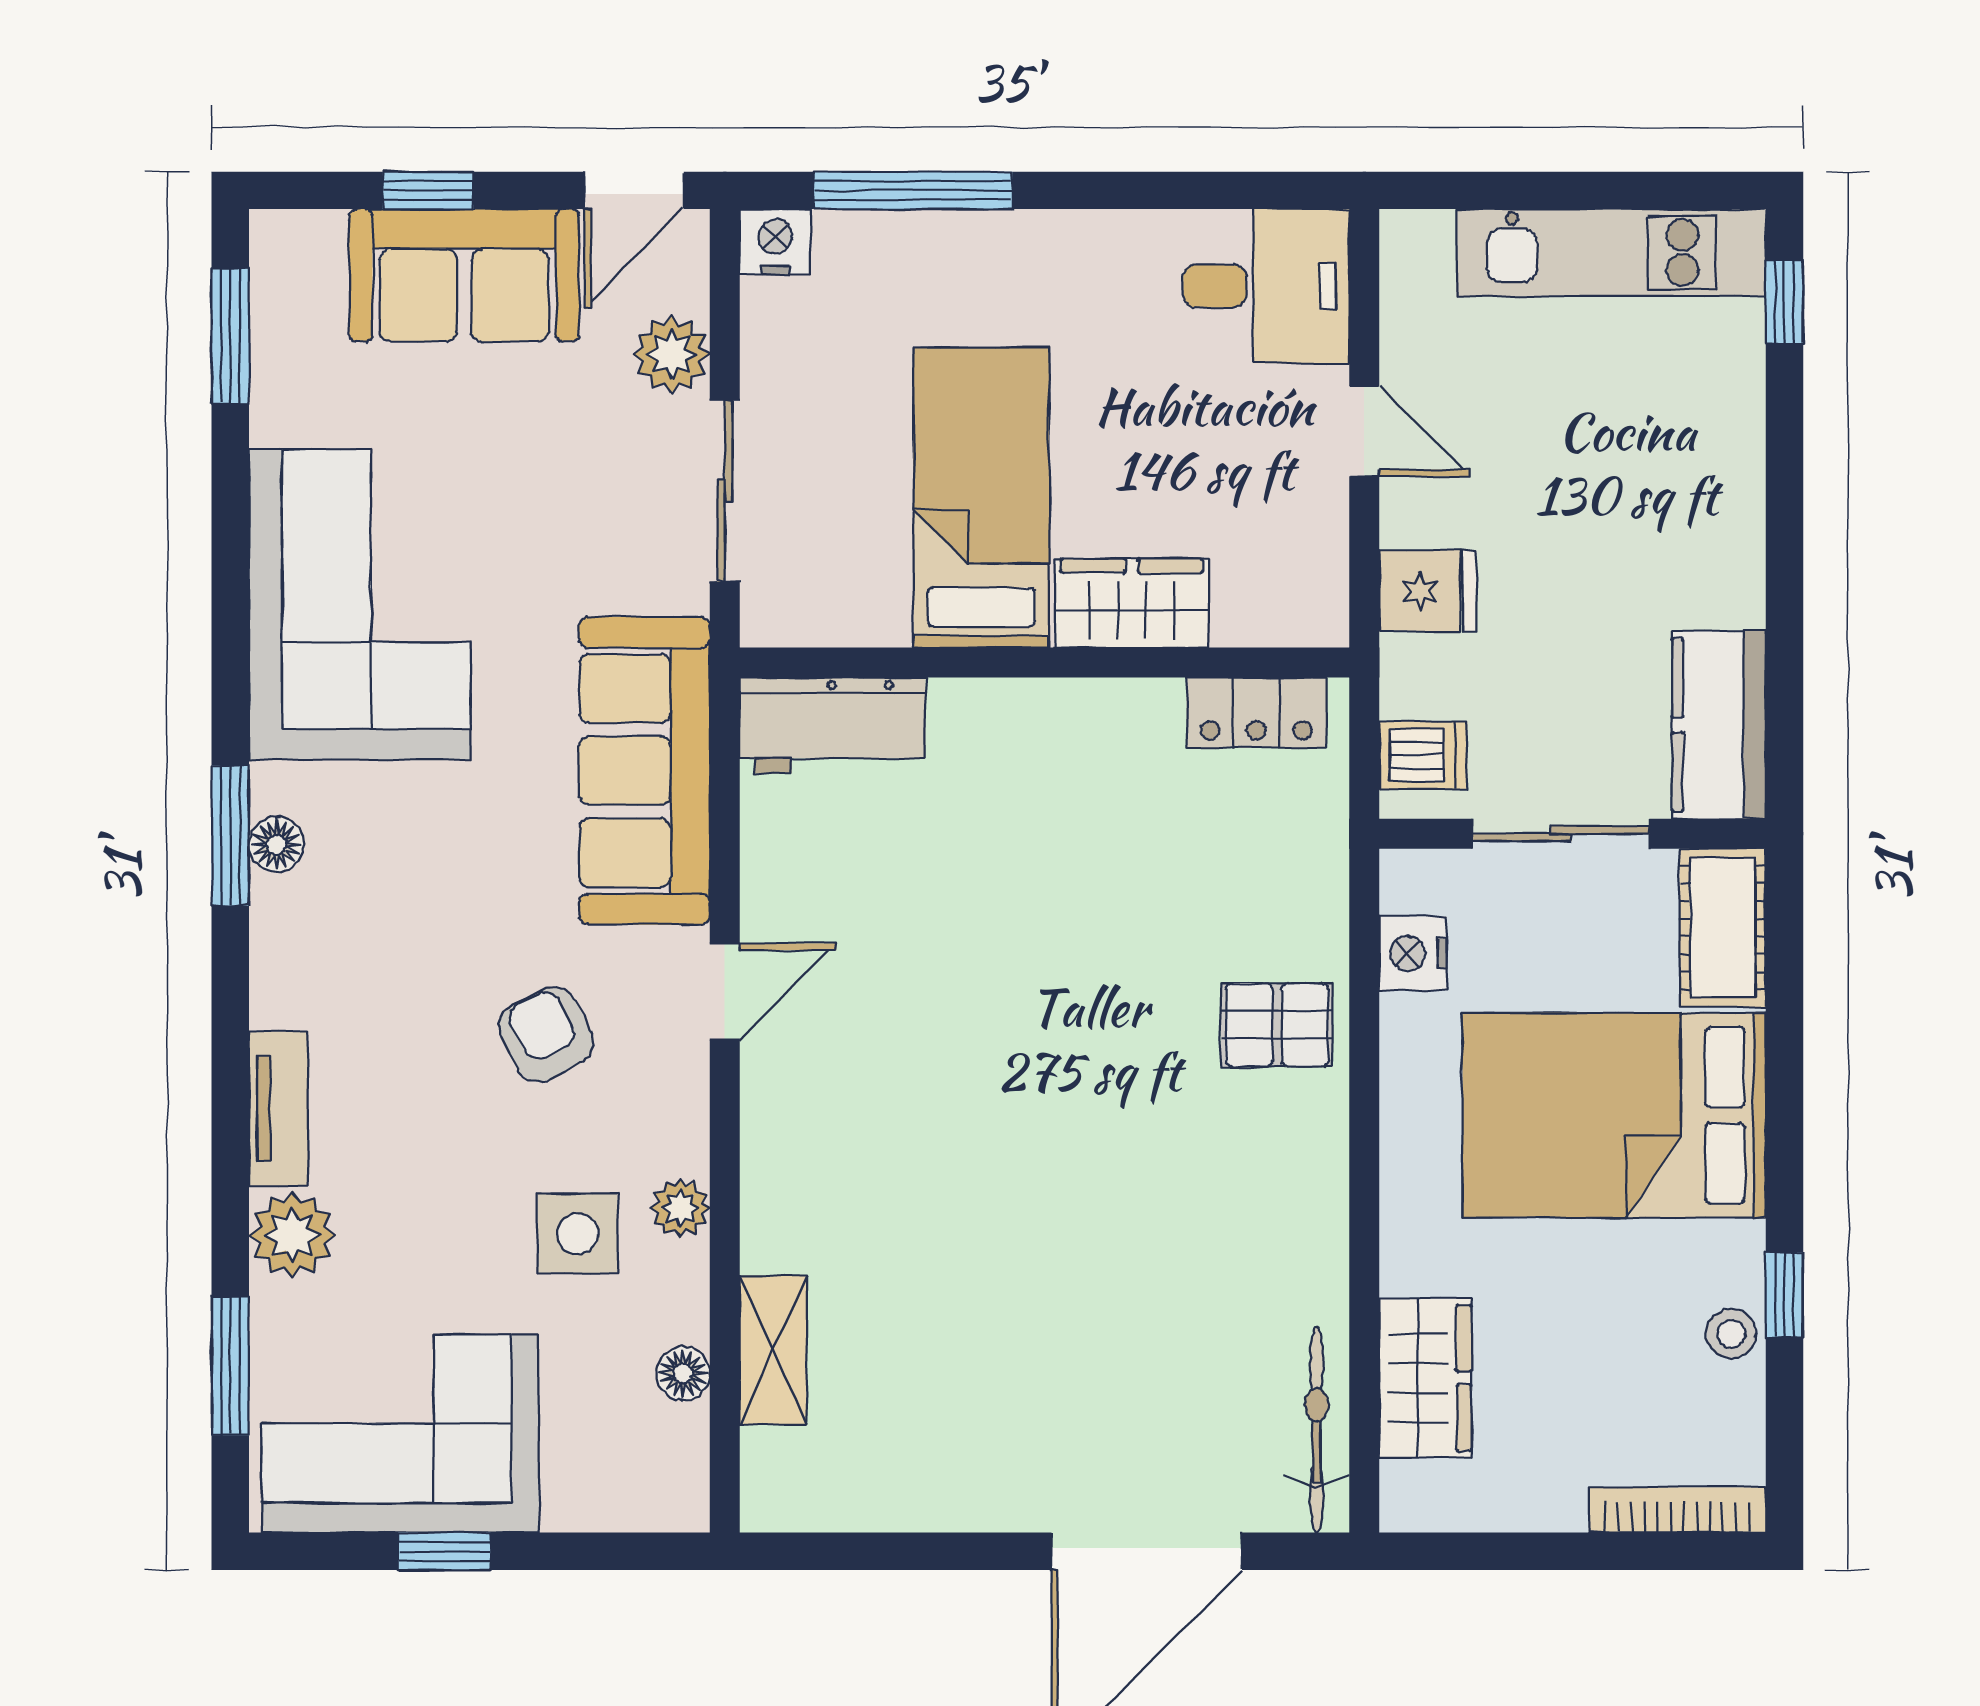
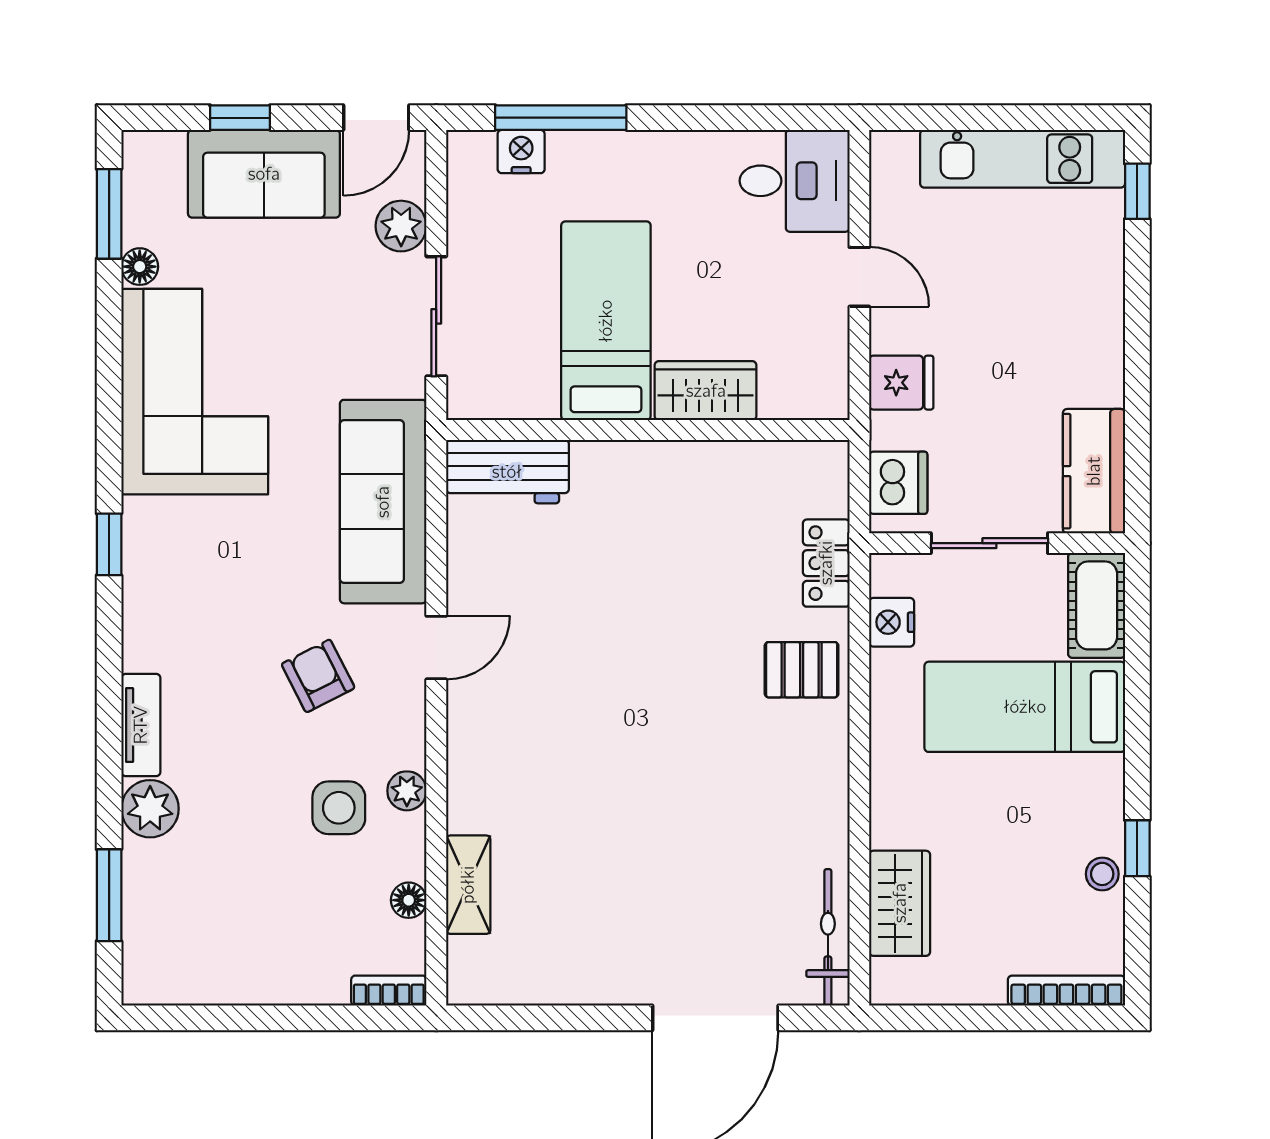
nightstand: (775, 242) -> (521, 152), moved
locker: (1256, 713) -> (826, 563), moved, turned 90
dishwasher: (1423, 755) -> (898, 483), width x1.38
window: (230, 836) -> (109, 544), width x0.67
floor lamp: (277, 845) -> (140, 267), moved
bed: (1614, 1115) -> (1025, 707), width x0.67
corner sofa: (400, 1434) -> (222, 940), removed
bookcase: (653, 1510) -> (389, 991), added
window: (444, 1551) -> (251, 1018), removed

